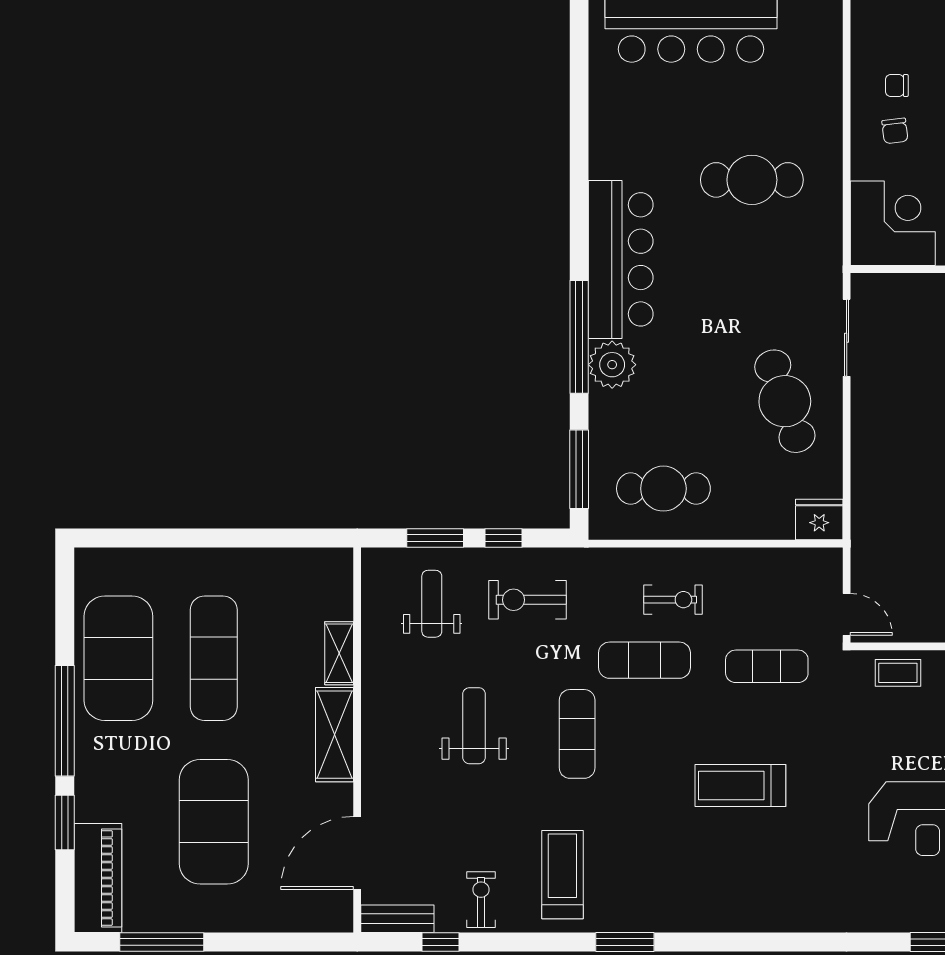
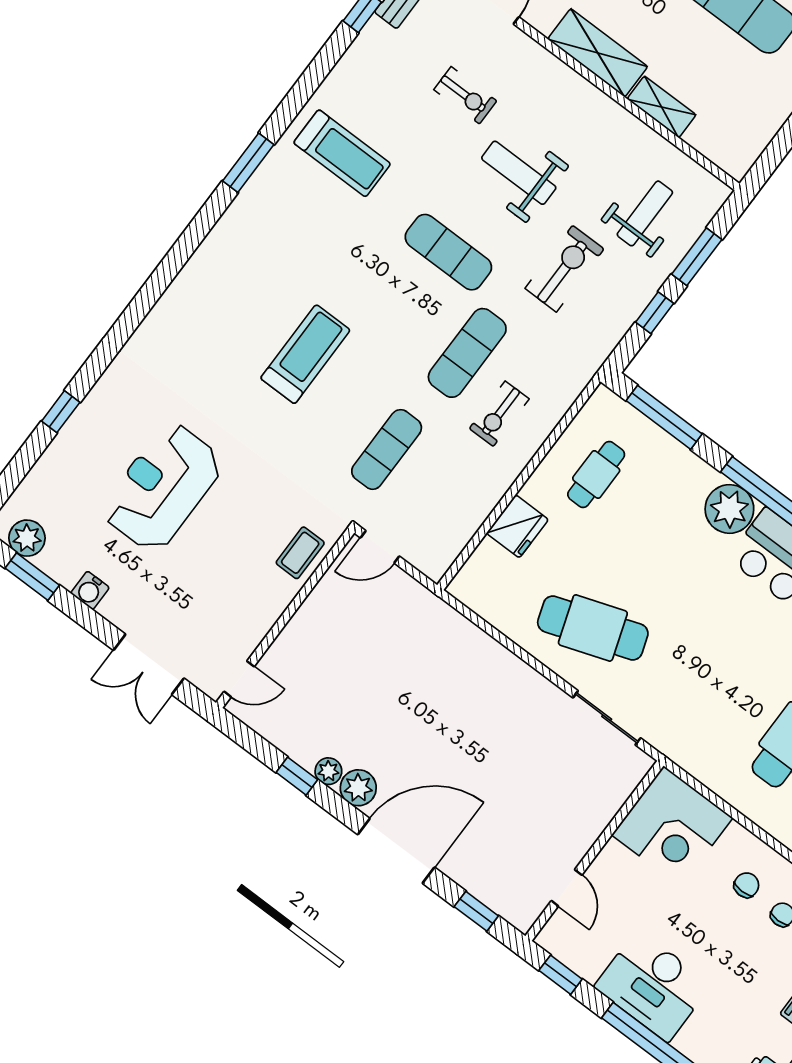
chair: (895, 131) -> (746, 885), turned 97
cafe table: (663, 489) -> (596, 474), width x0.73, depth x0.74
fridge: (819, 519) -> (517, 526), moved
exercise bike: (527, 600) -> (565, 269), moved
weight bench: (432, 604) -> (645, 213), turned -90
weight bench: (474, 726) -> (519, 173), turned 180
exercise bike: (481, 900) -> (465, 95), moved

